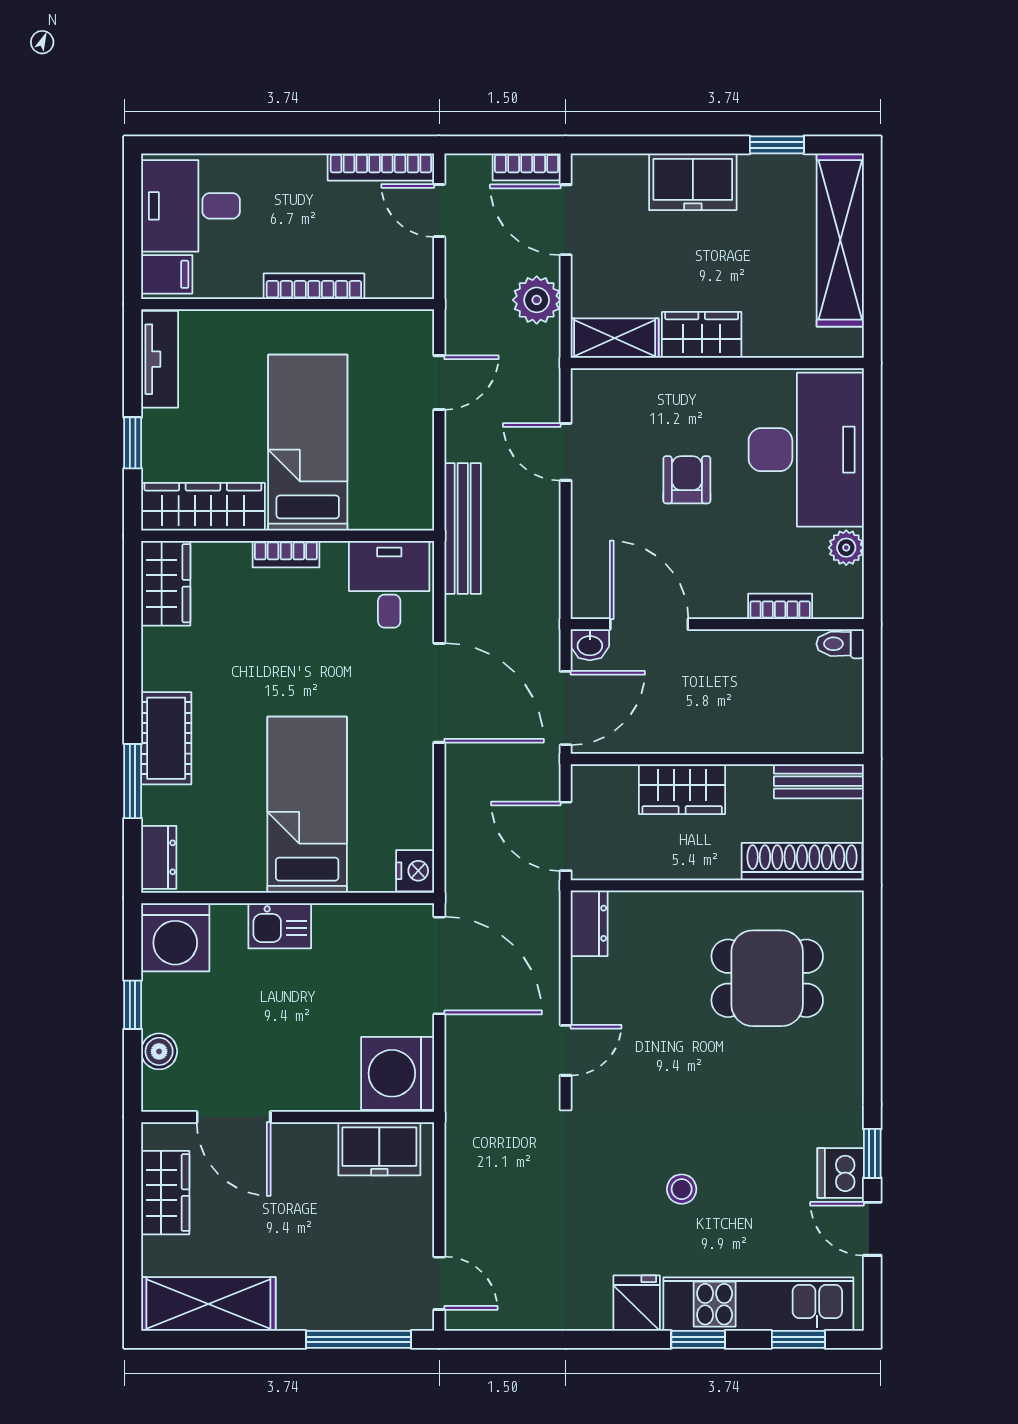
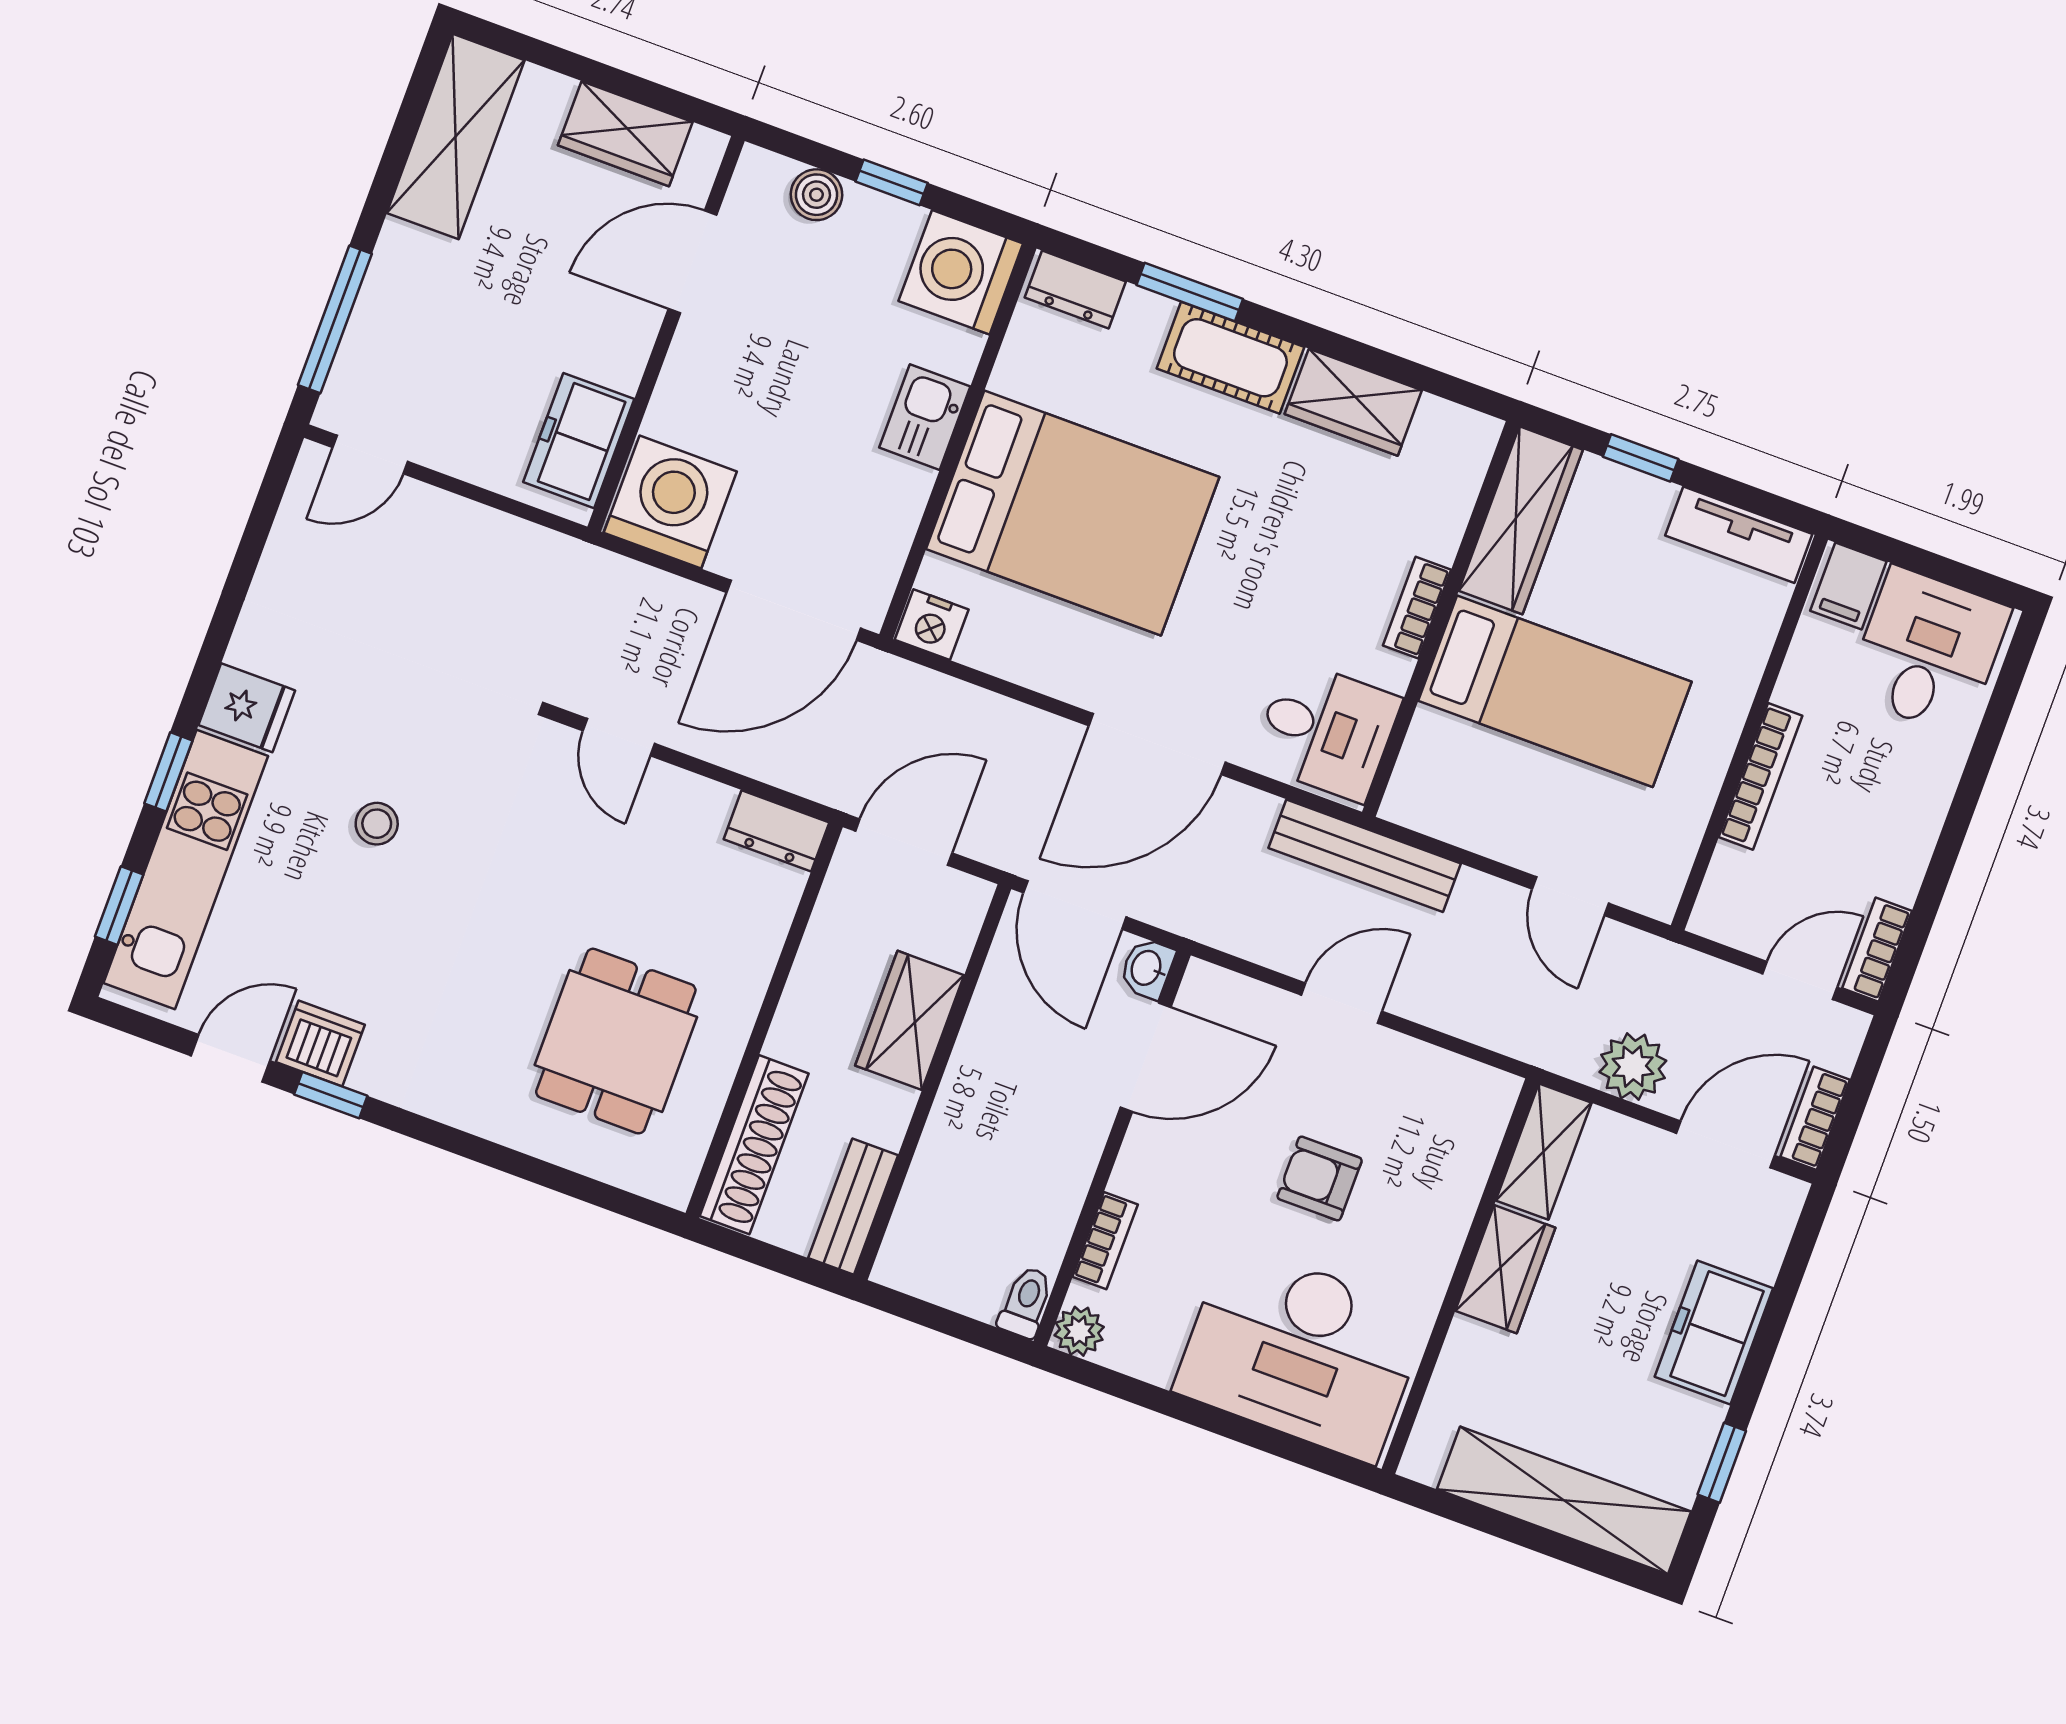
bookcase: (381, 167) -> (1877, 950), width x0.64
door: (566, 452) -> (1342, 1003), moved
armchair: (687, 480) -> (1320, 1178), turned 180
plant: (846, 548) -> (1079, 1331), moved
wardrobe: (166, 583) -> (1353, 402), moved
bed: (307, 805) -> (1073, 513), width x1.50

